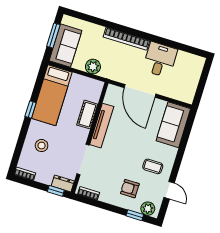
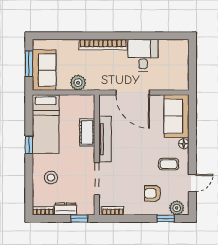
floor lamp: (172, 152) -> (184, 144), added
dresser: (63, 183) -> (65, 209), moved
door: (169, 190) -> (192, 183), hinge flipped

